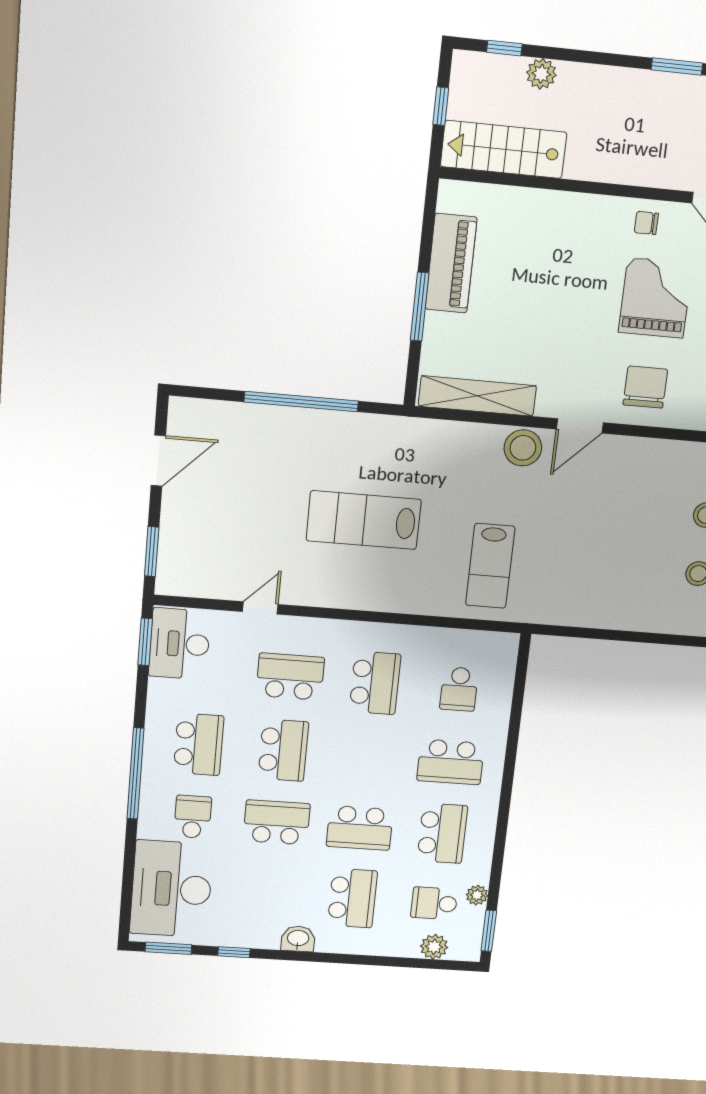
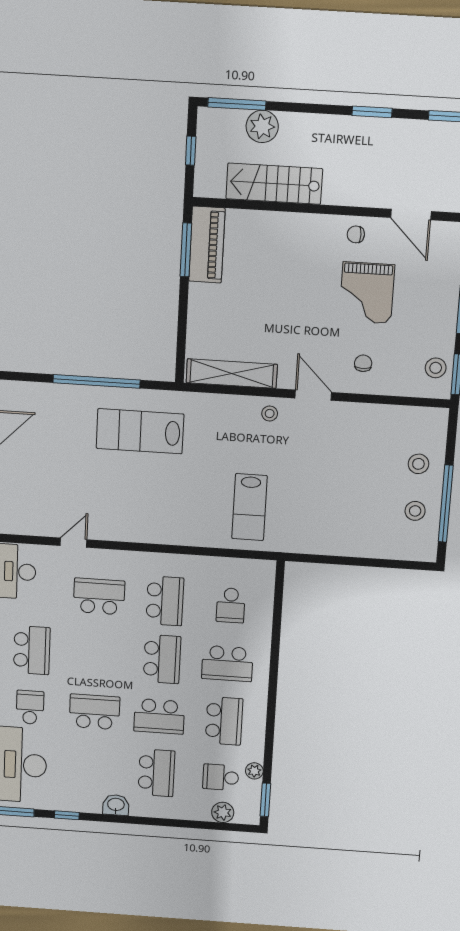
window: (504, 48) -> (237, 104), width x2.17
plant: (541, 74) -> (262, 126), width x1.36, depth x1.36
stairs: (504, 149) -> (274, 184), moved
piano: (451, 263) -> (207, 245), moved
grand piano: (656, 298) -> (367, 293), turned 180
window: (420, 307) -> (186, 250), moved
chair: (645, 387) -> (363, 363), width x0.54, depth x0.54
door: (580, 426) -> (313, 395), swing flipped
stool: (523, 448) -> (270, 414), width x0.53, depth x0.53
lab bench: (364, 520) -> (140, 431), moved
school desk: (283, 750) -> (162, 659), moved

